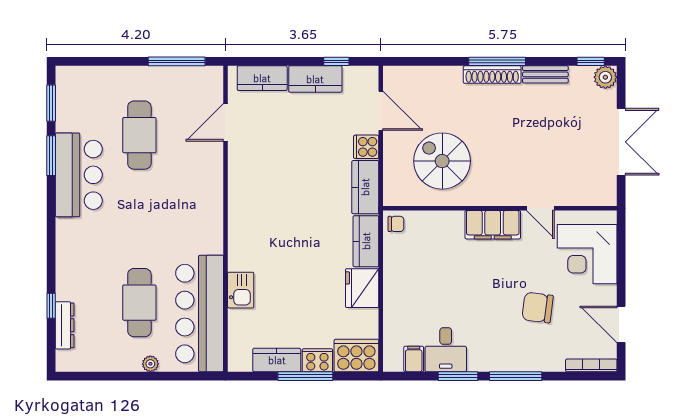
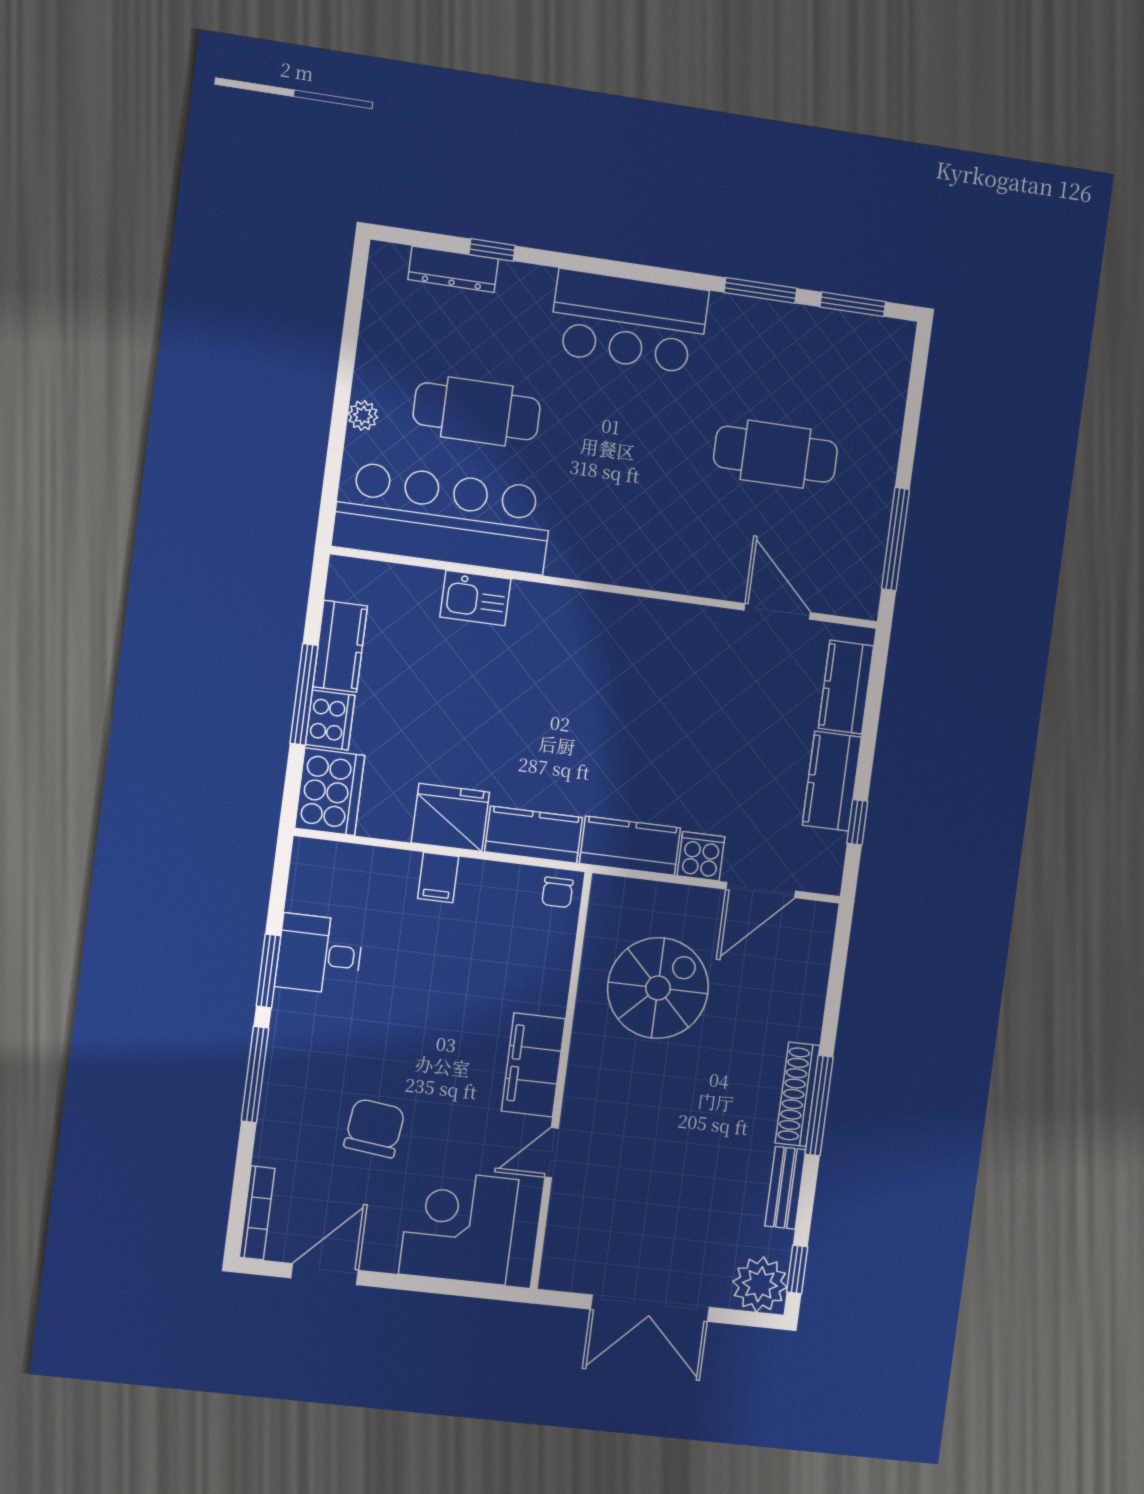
plant: (605, 77) -> (760, 1284), width x1.36, depth x1.36
bar counter: (79, 175) -> (629, 322), moved
filing cabinet: (414, 359) -> (438, 878), moved, turned 90

